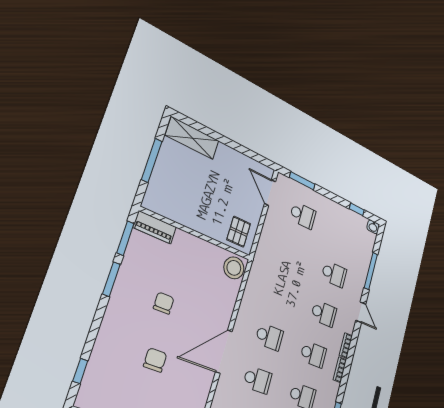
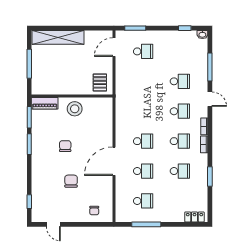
shelving: (192, 138) -> (58, 37), width x1.47
door: (270, 193) -> (114, 47), hinge flipped
stool: (234, 268) -> (75, 109), moved

